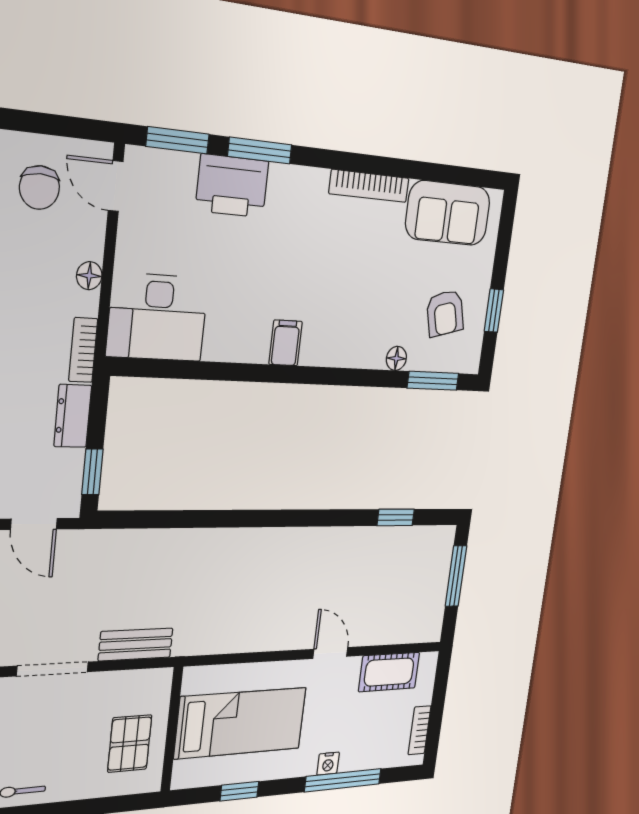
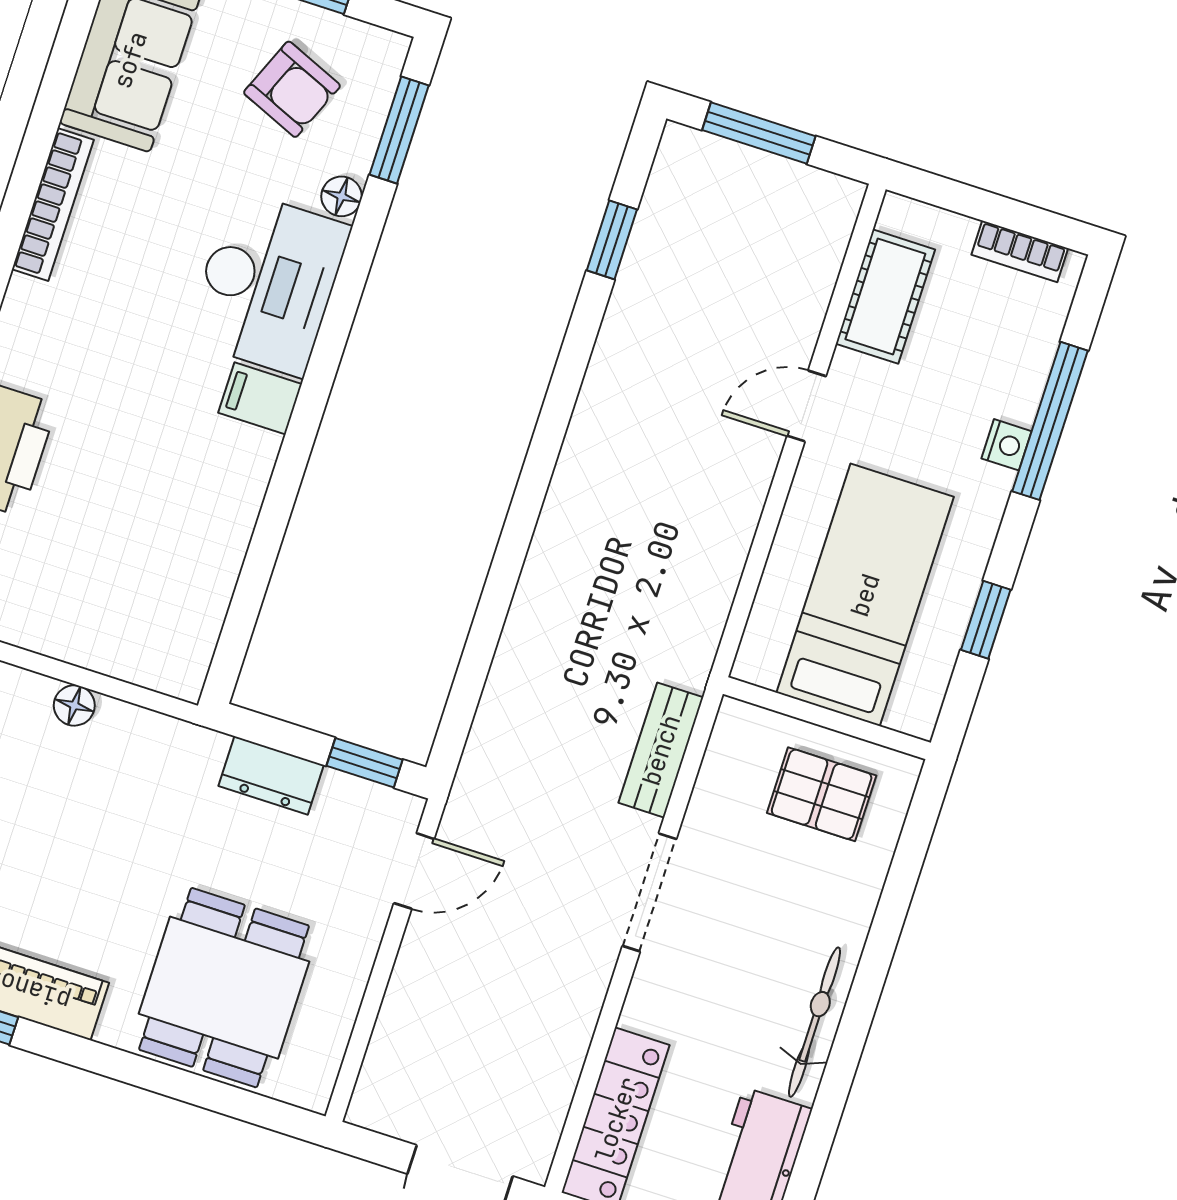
armchair: (445, 313) -> (292, 89), turned 38
desk: (157, 317) -> (268, 283), moved
bookcase: (83, 350) -> (179, 738), removed

